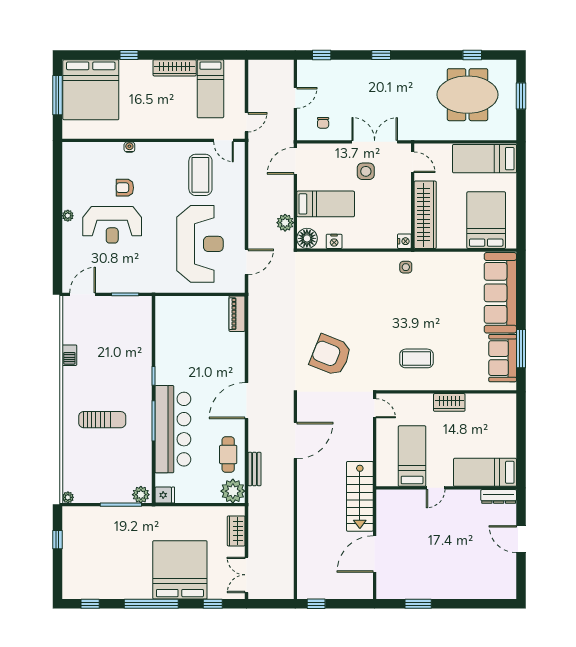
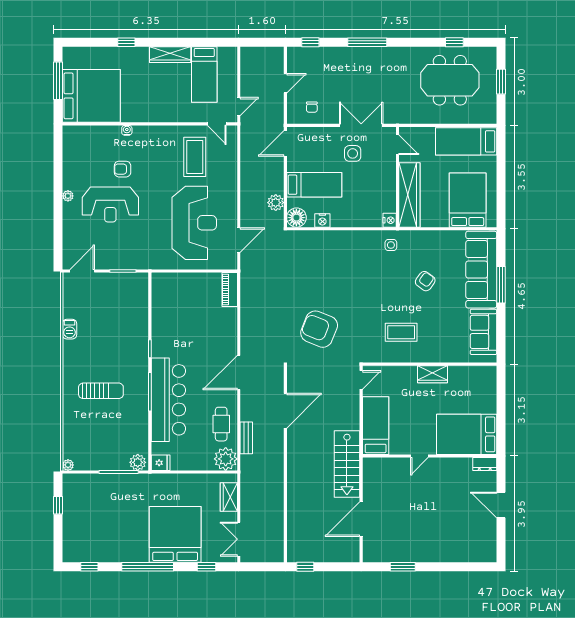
window: (381, 55) -> (367, 42), width x2.17
bed: (91, 90) -> (91, 96), moved, turned -90
armchair: (442, 305) -> (425, 281), added
window: (521, 349) -> (501, 285), moved
door: (375, 408) -> (361, 380), hinge flipped
bed: (412, 456) -> (376, 426), moved
bed: (485, 472) -> (467, 434), width x1.50
dresser: (499, 496) -> (485, 464), width x0.70

